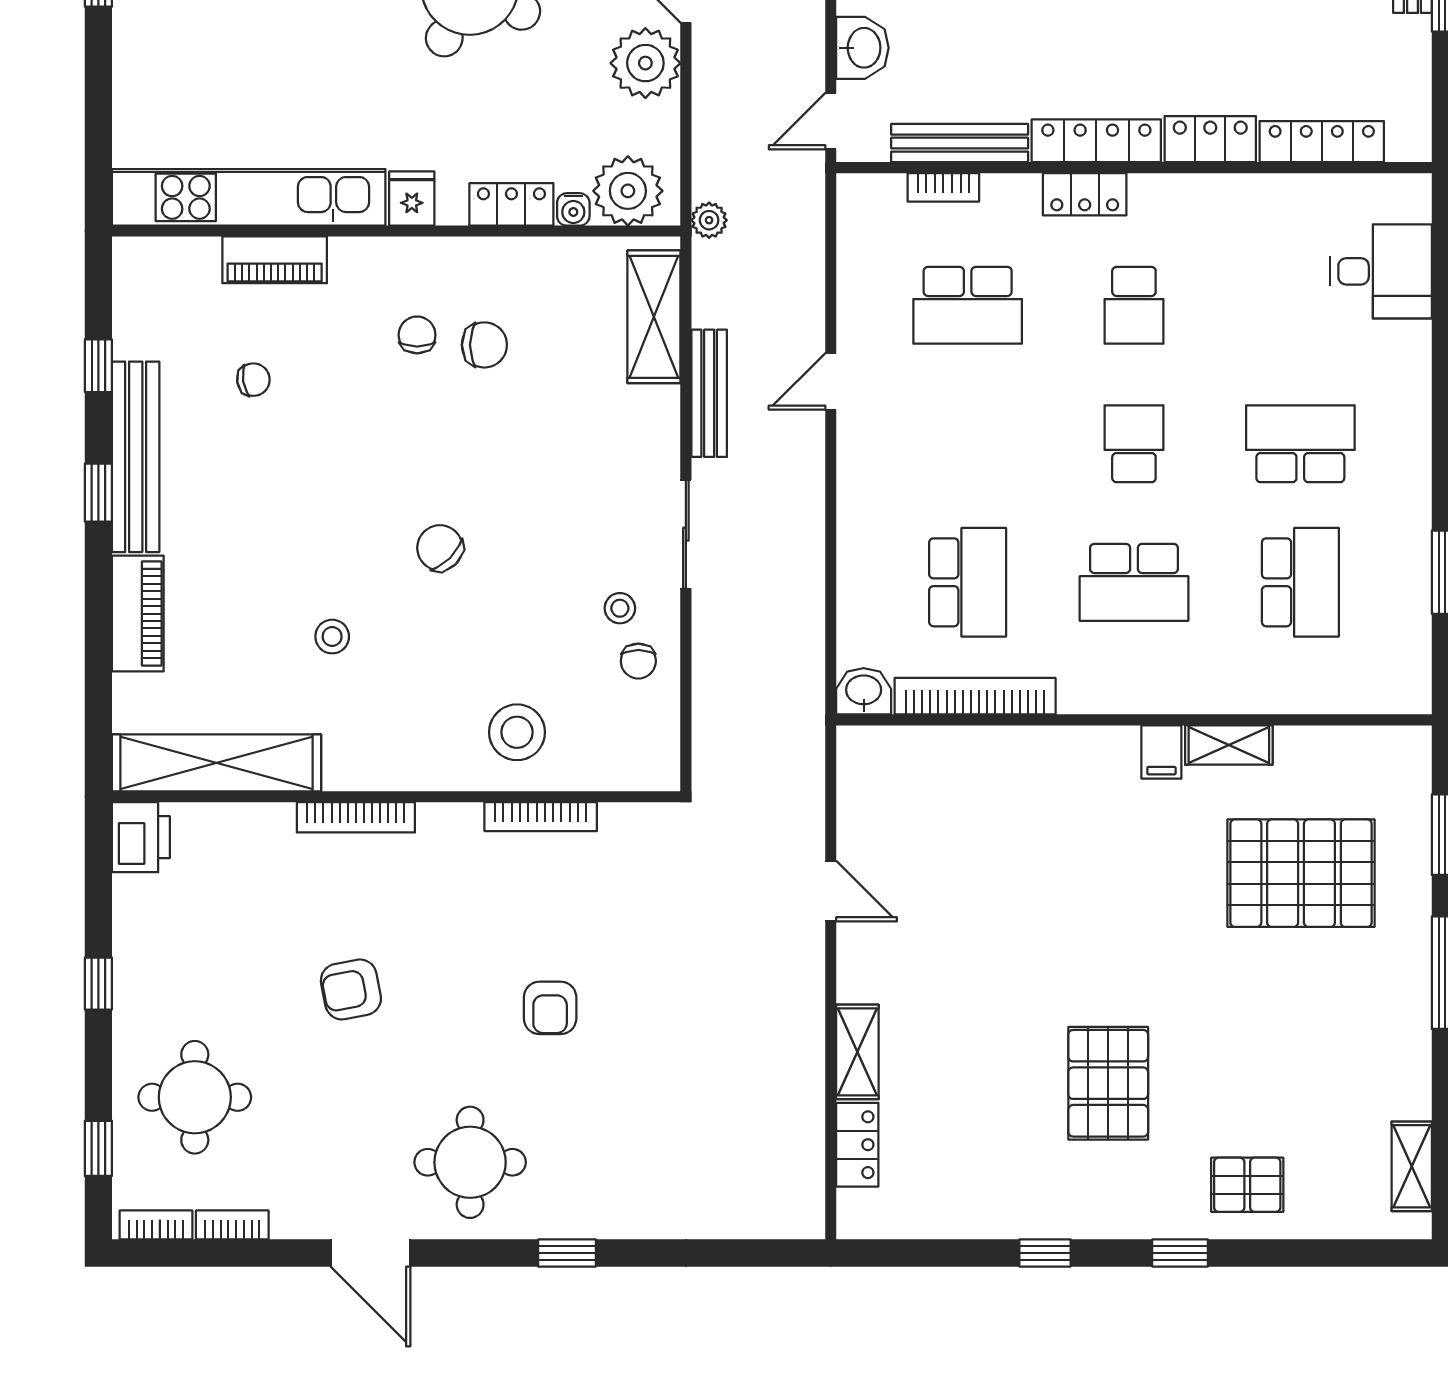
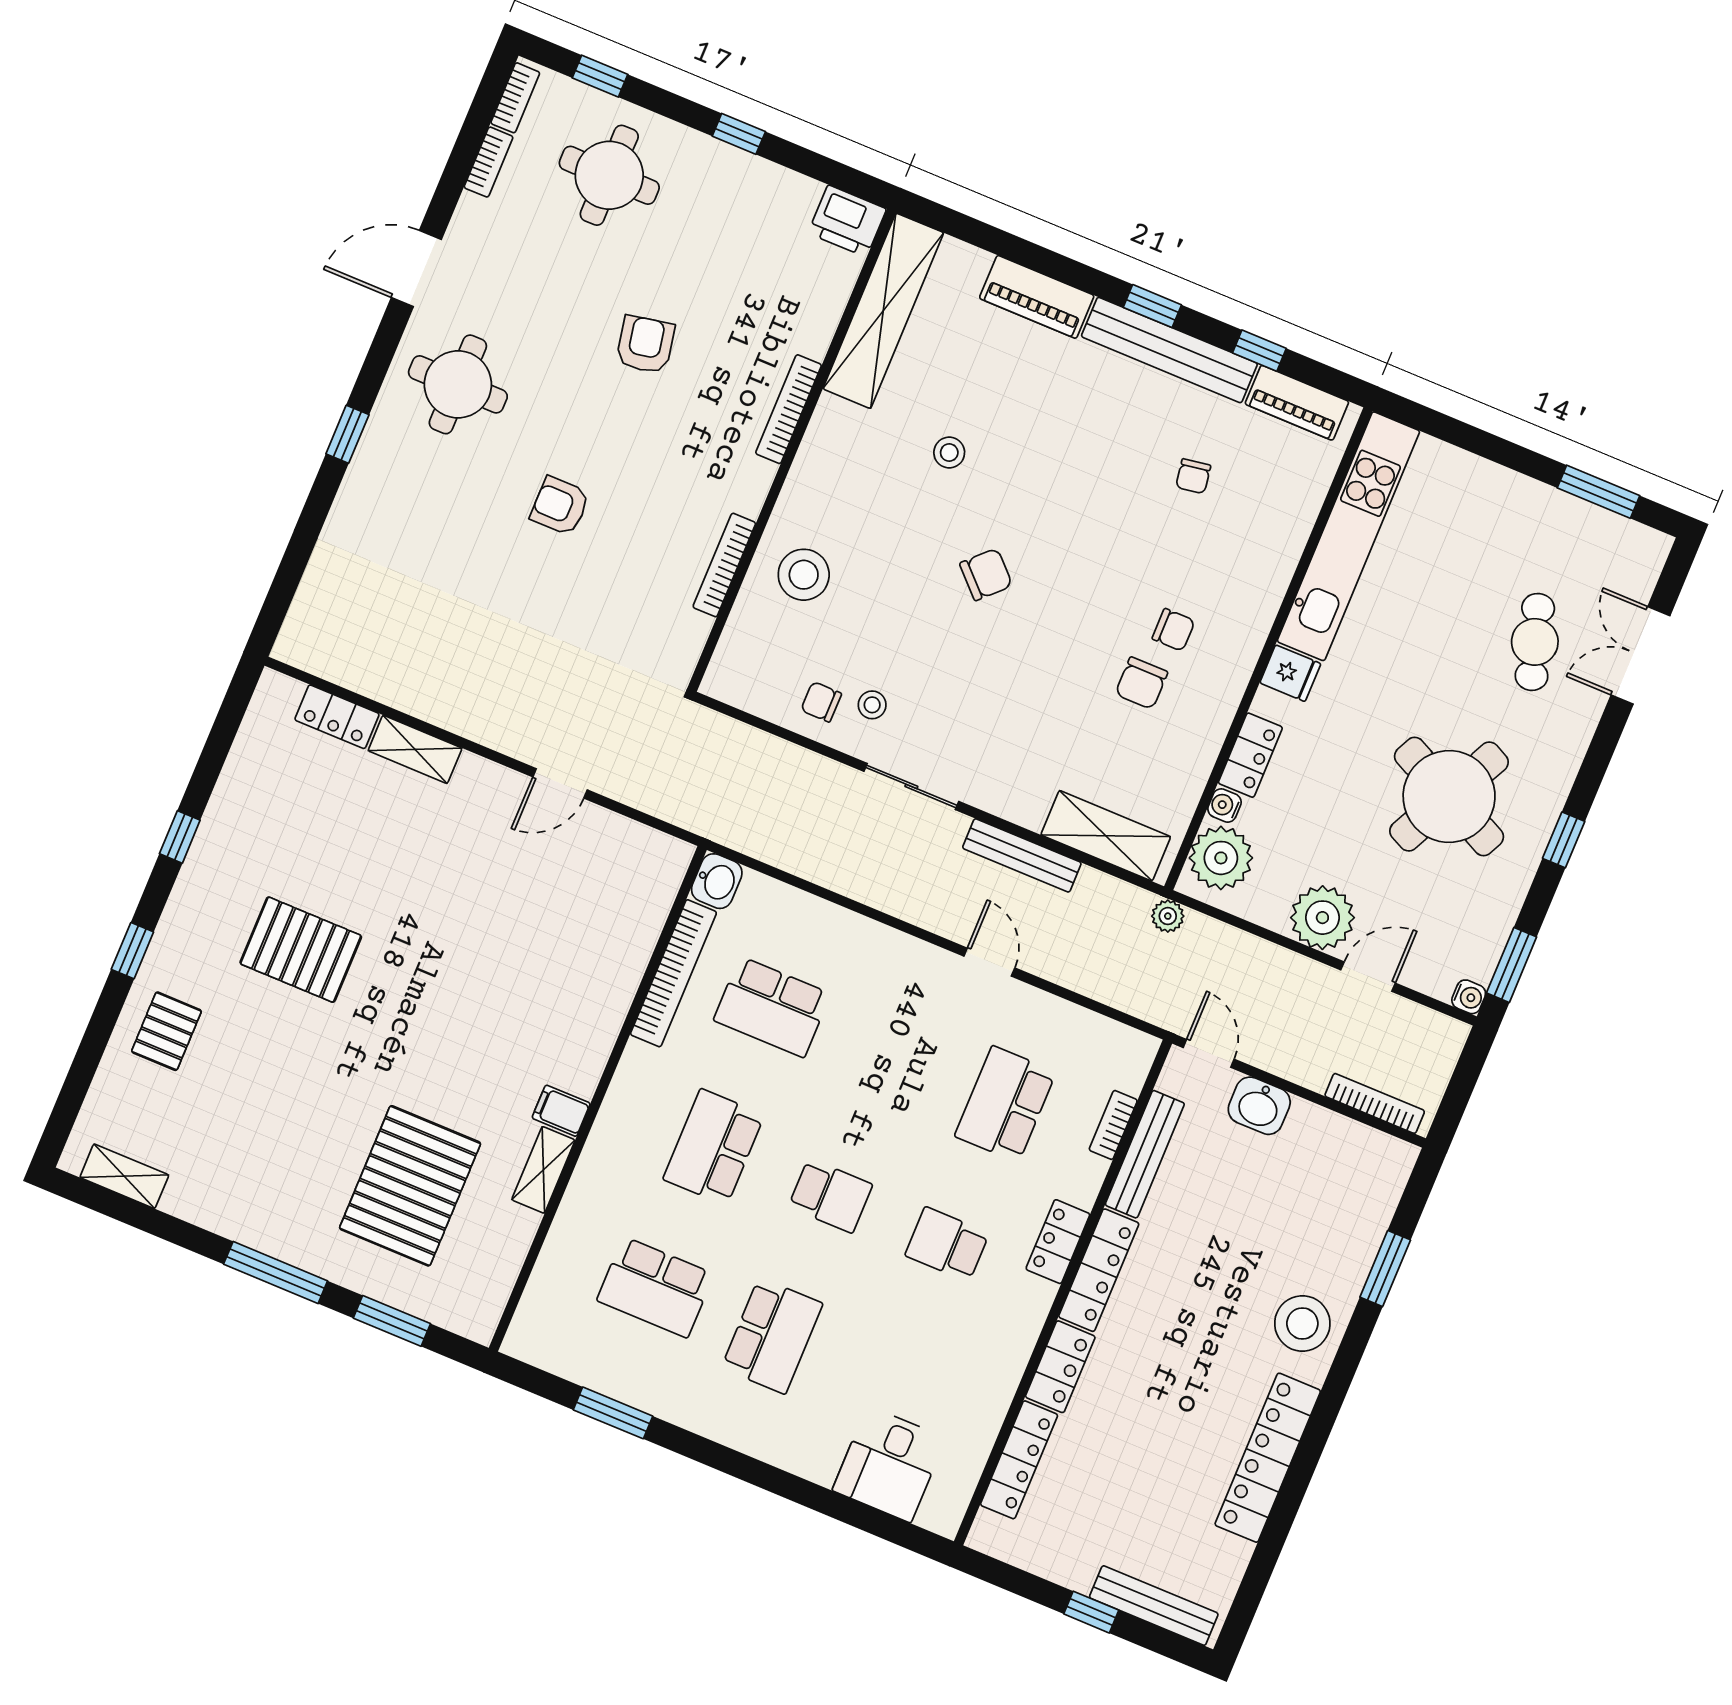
piano: (275, 260) -> (1297, 403), moved, turned -90

